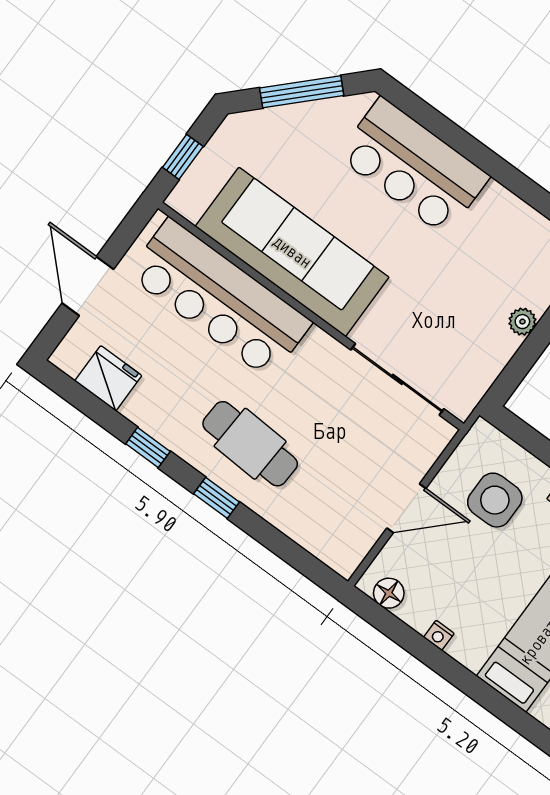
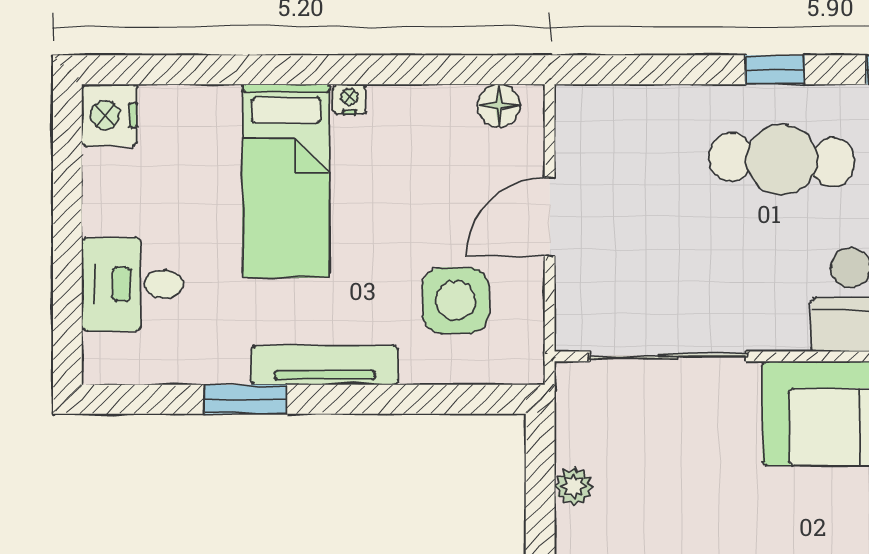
plant: (522, 322) -> (574, 487), moved
nightstand: (439, 635) -> (349, 99), moved

